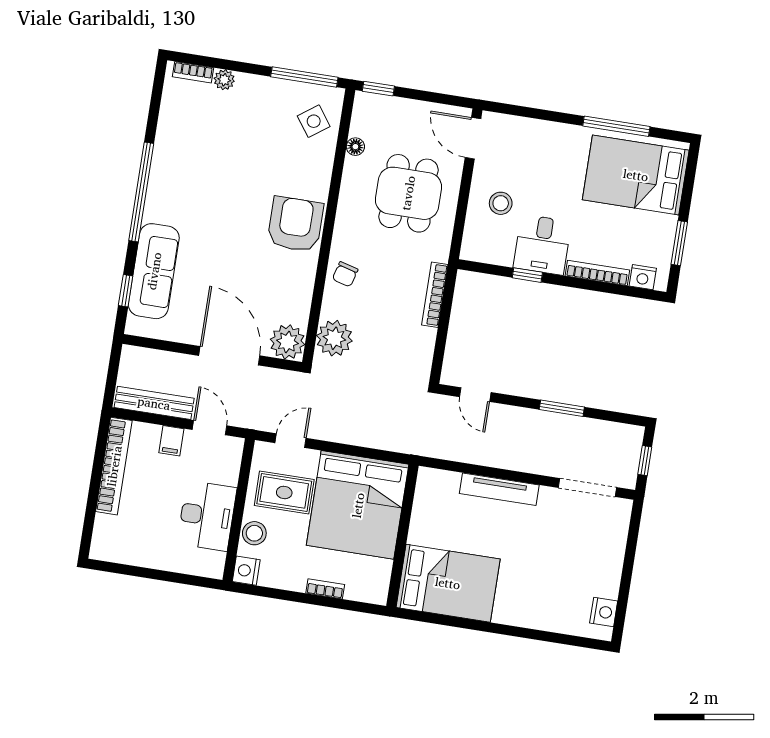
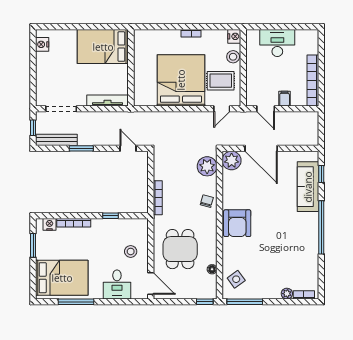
desk: (542, 245) -> (117, 284), moved, turned 180
bench: (154, 403) -> (56, 140), moved
desk: (207, 516) -> (277, 43), moved, turned 90
wall: (402, 536) -> (131, 68), moved
bed: (448, 583) -> (103, 47), moved

